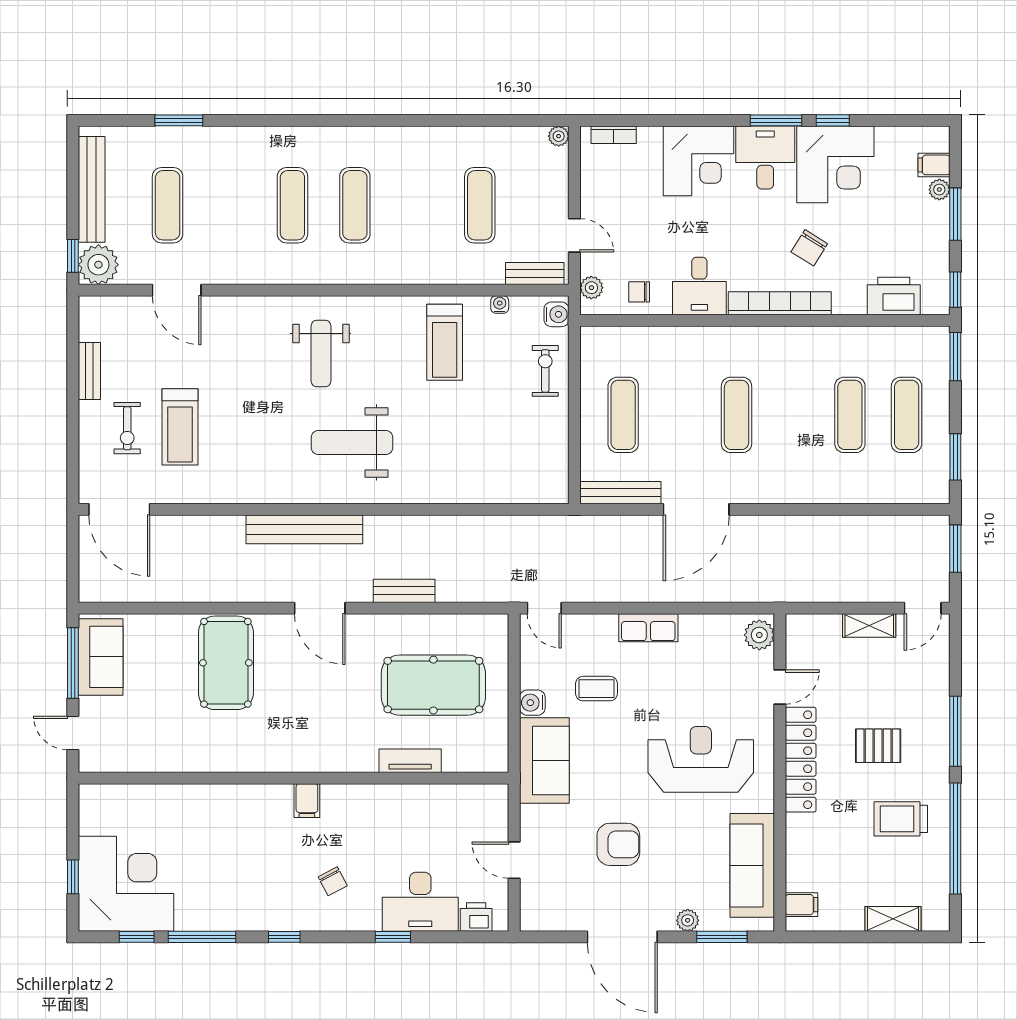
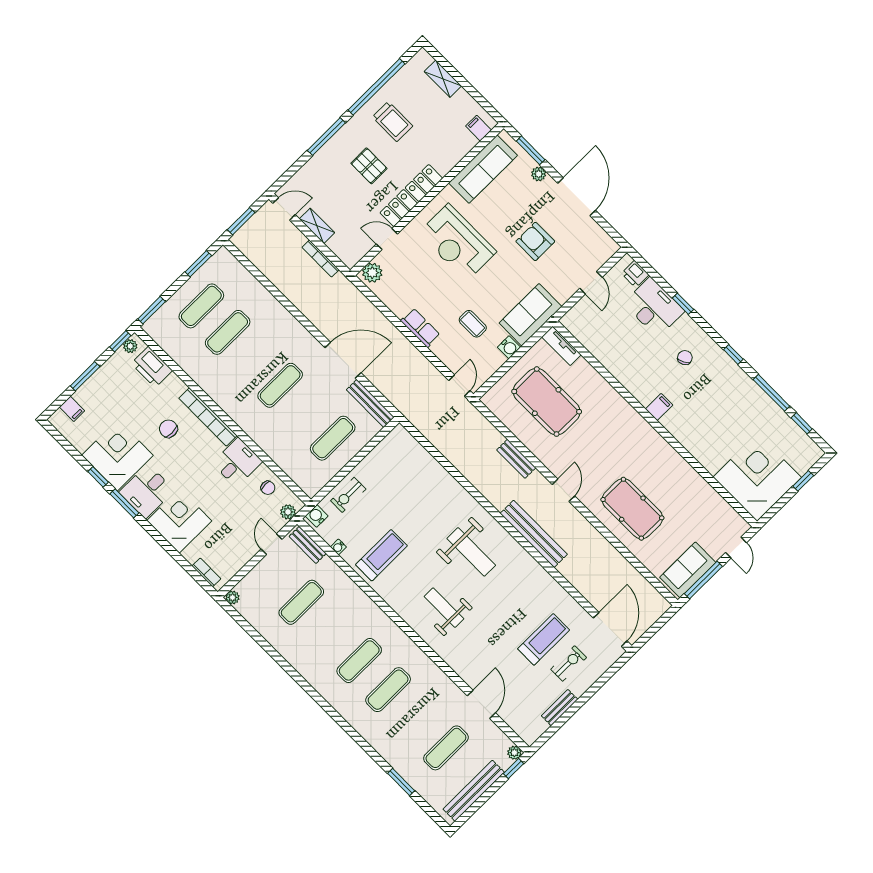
plant: (939, 190) -> (130, 346), moved
chair: (809, 248) -> (168, 429), turned -122
plant: (98, 265) -> (514, 753), width x0.53, depth x0.53
weight bench: (321, 354) -> (444, 608), turned -90
bookcase: (830, 594) -> (321, 258), added
door: (320, 608) -> (563, 490), width x0.73
pool table: (226, 663) -> (632, 509), turned 90
tv unit: (410, 761) -> (561, 346), moved
corner desk: (126, 884) -> (757, 477), moved, turned 90

